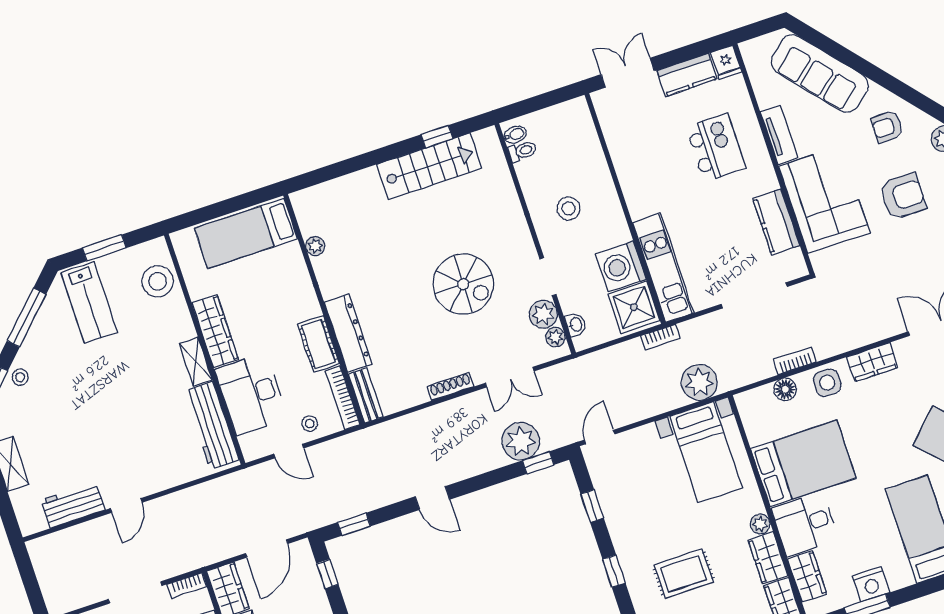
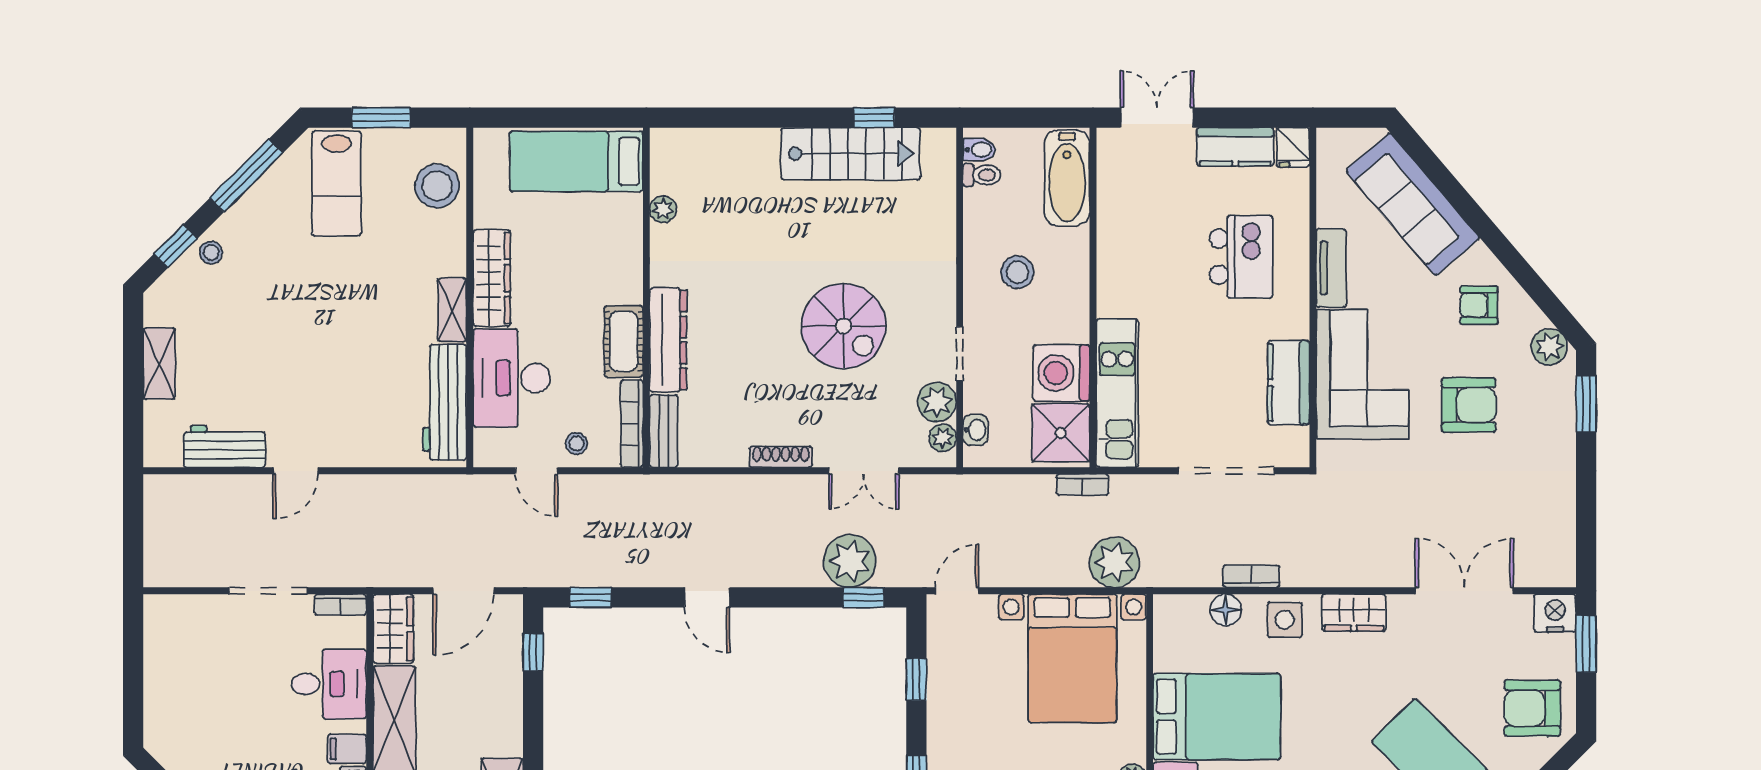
bathtub: (581, 134) -> (1067, 178), added
bed with nightstands: (706, 452) -> (1072, 658), width x1.36

